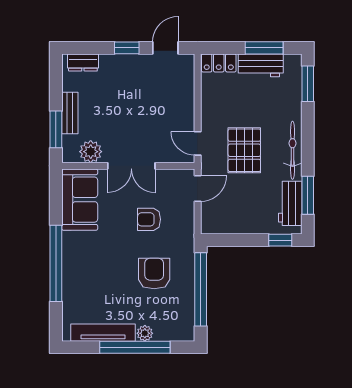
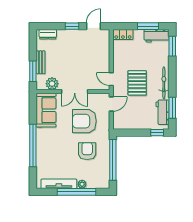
workbench: (261, 65) -> (157, 36), moved
armchair: (149, 219) -> (84, 121), width x1.88, depth x1.88

